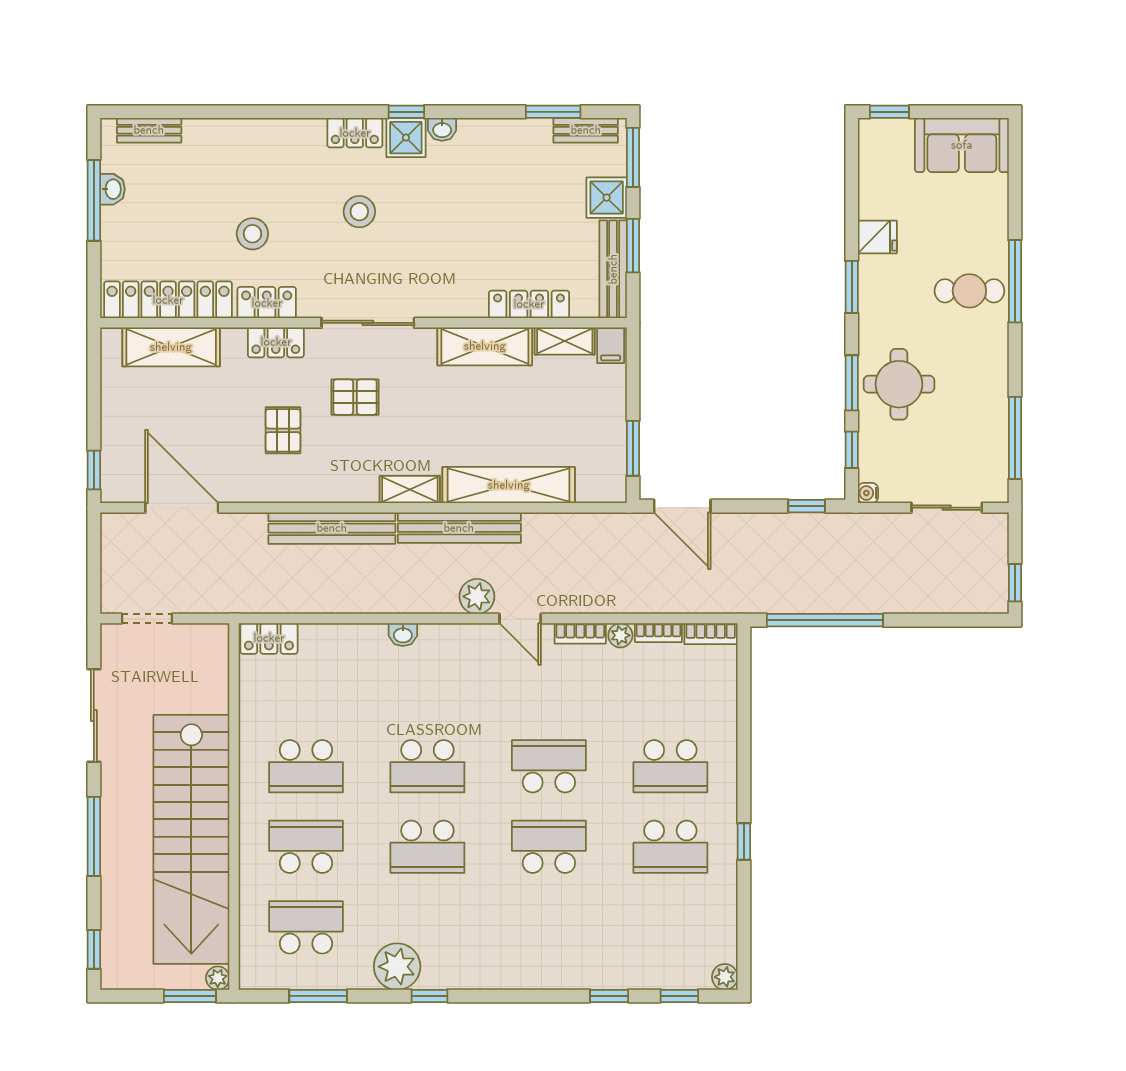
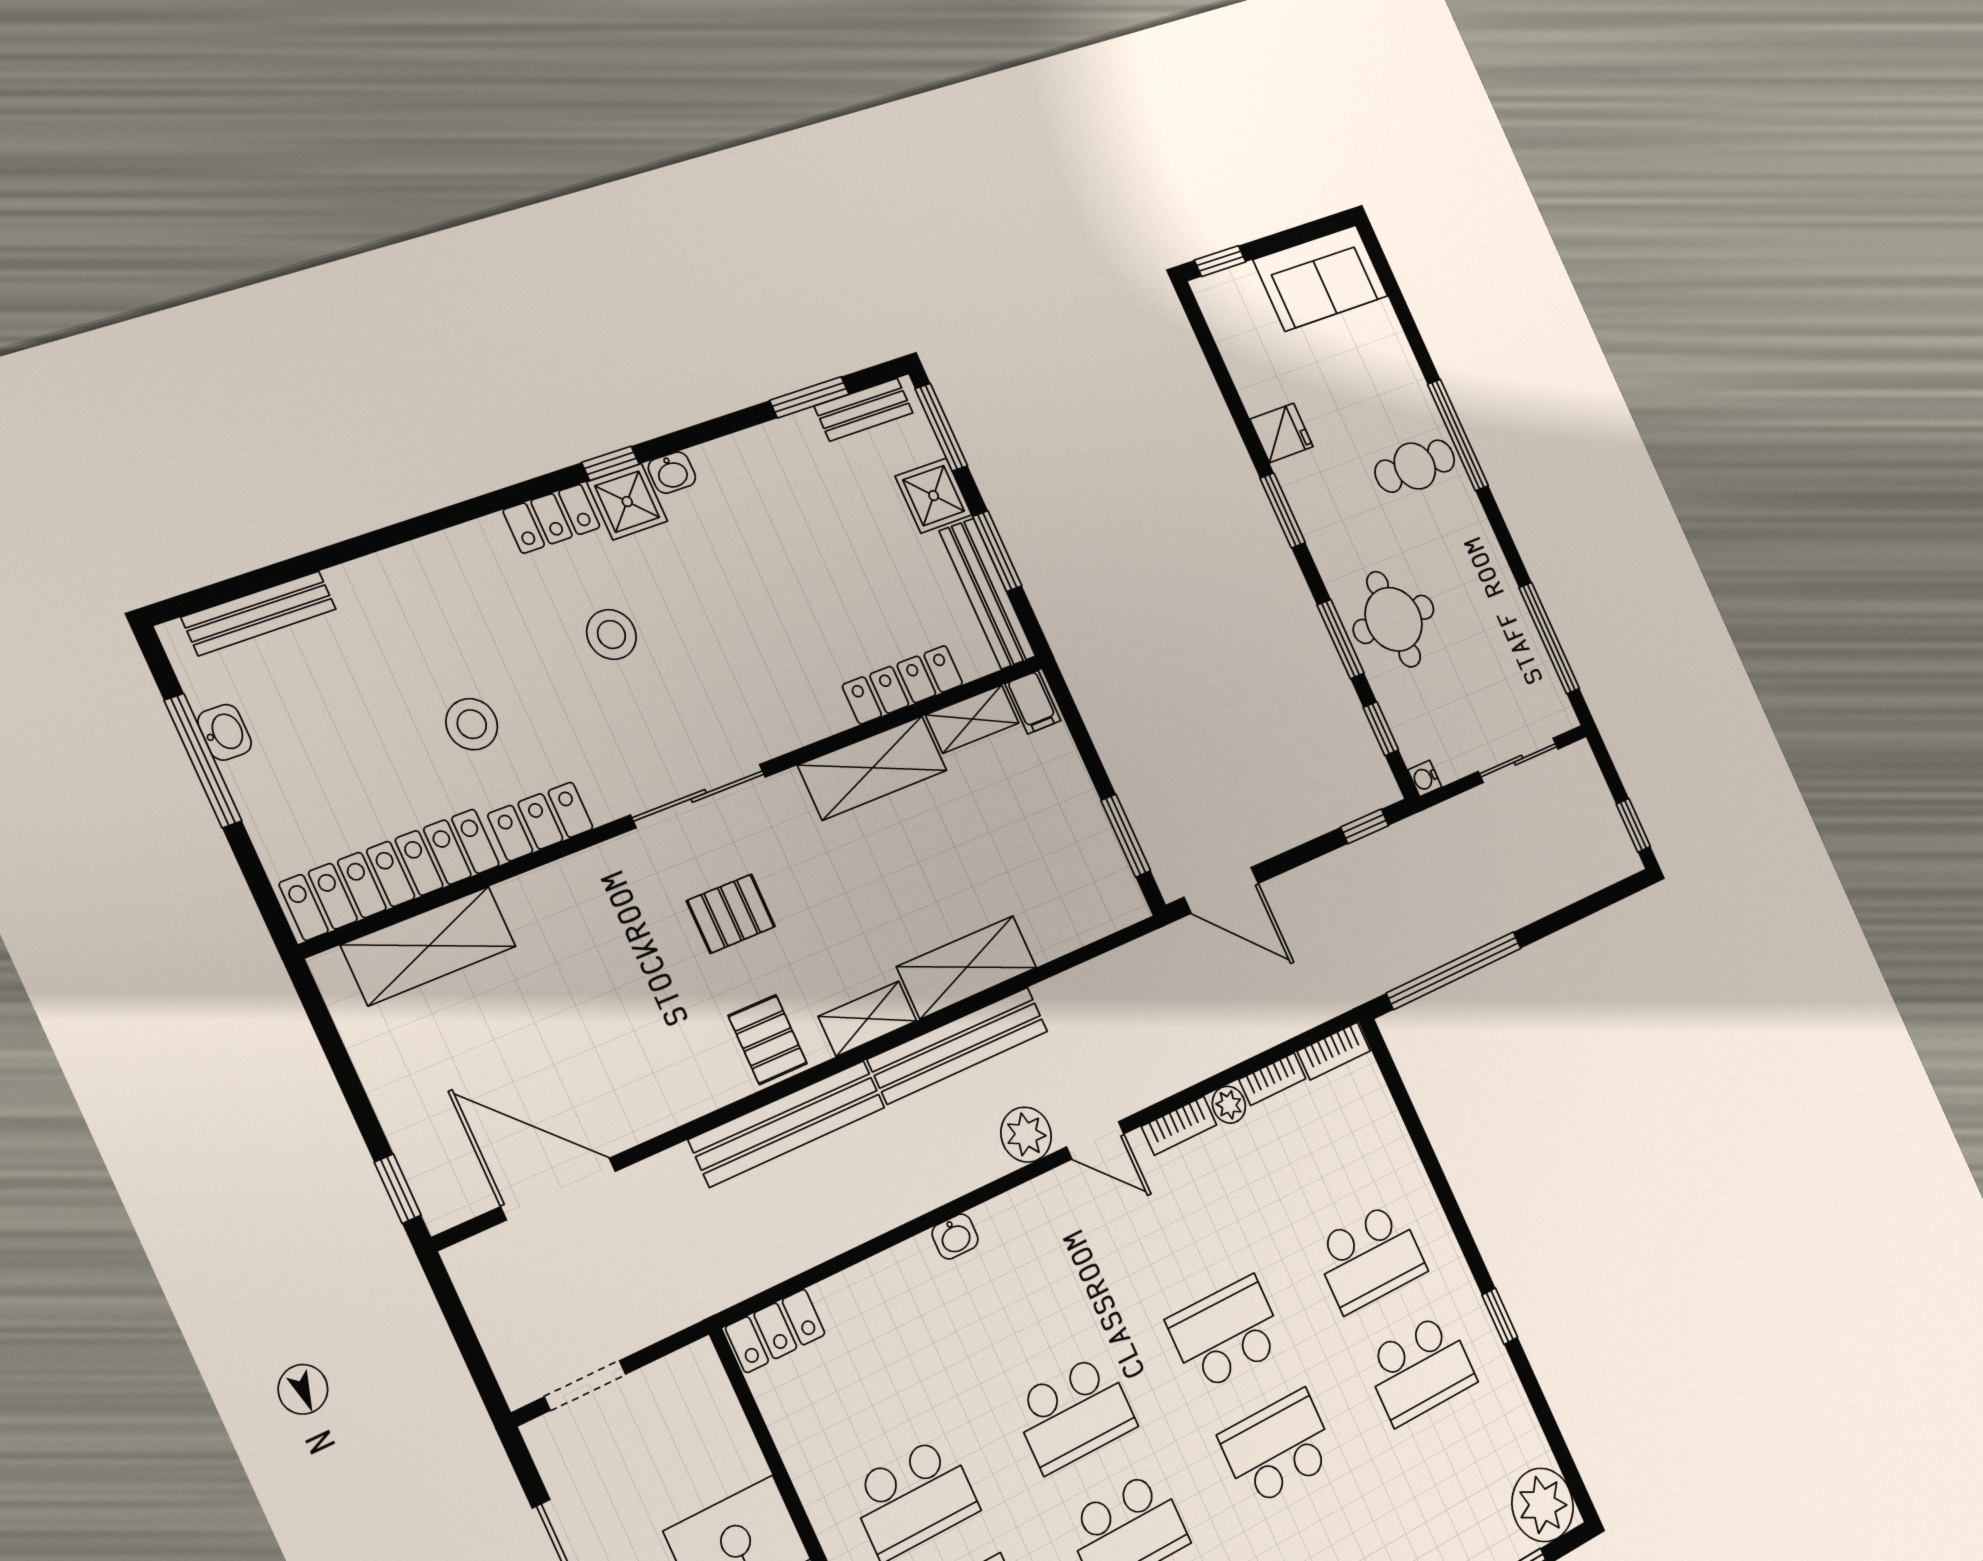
bench: (149, 130) -> (259, 613), width x1.36
locker: (276, 342) -> (581, 877), removed
pallet: (283, 430) -> (768, 1040), moved
shelving: (509, 485) -> (967, 967), width x0.68
plant: (725, 977) -> (1543, 1505), width x1.87, depth x1.87

